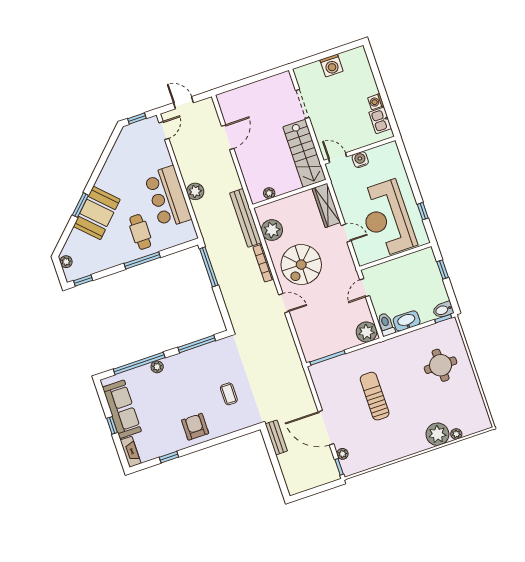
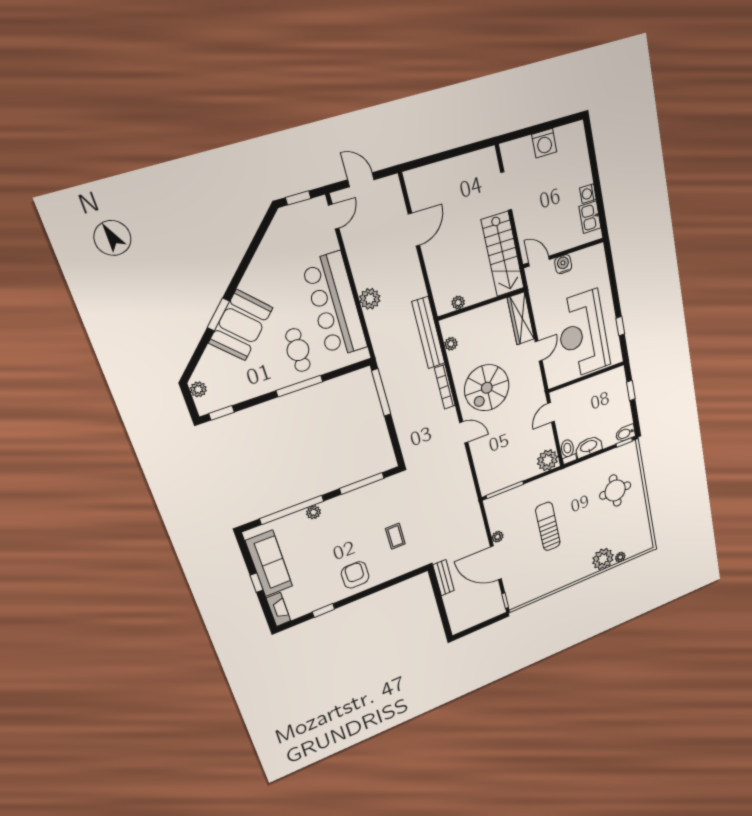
bar counter: (168, 197) -> (335, 306), width x1.36
plant: (272, 230) -> (451, 344), width x0.53, depth x0.53
door: (346, 233) -> (539, 351), hinge flipped
plant: (342, 454) -> (498, 537), moved

